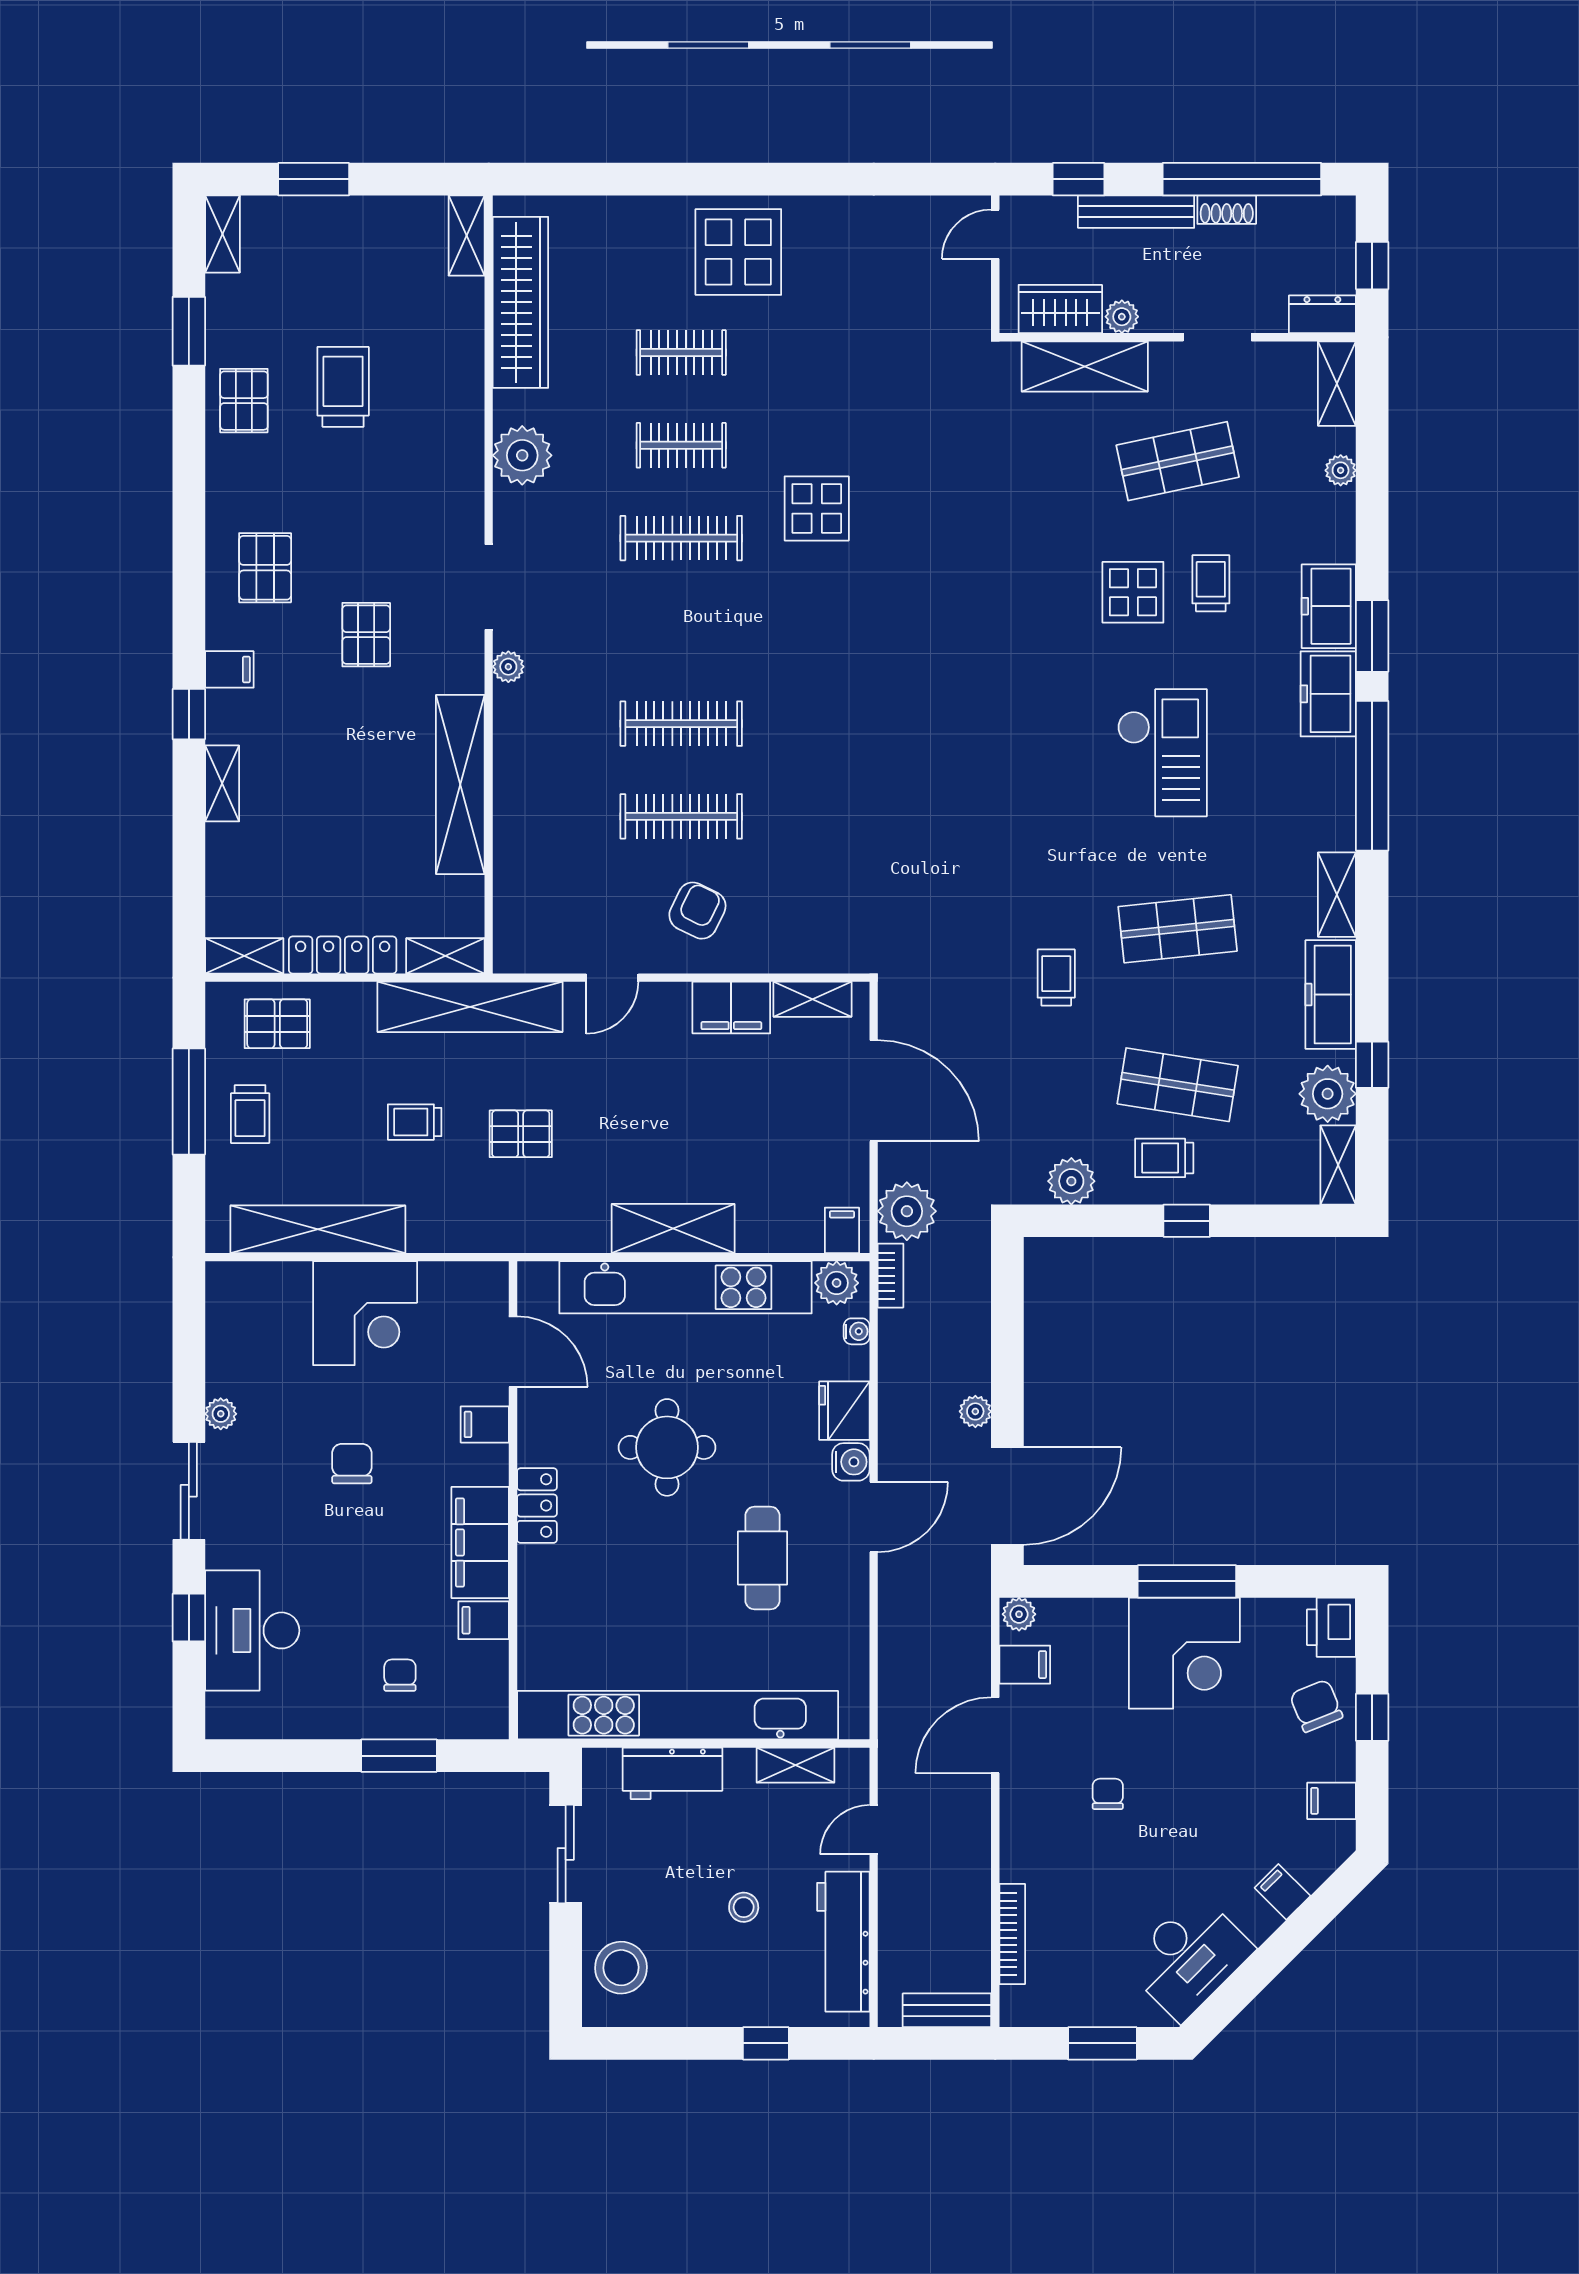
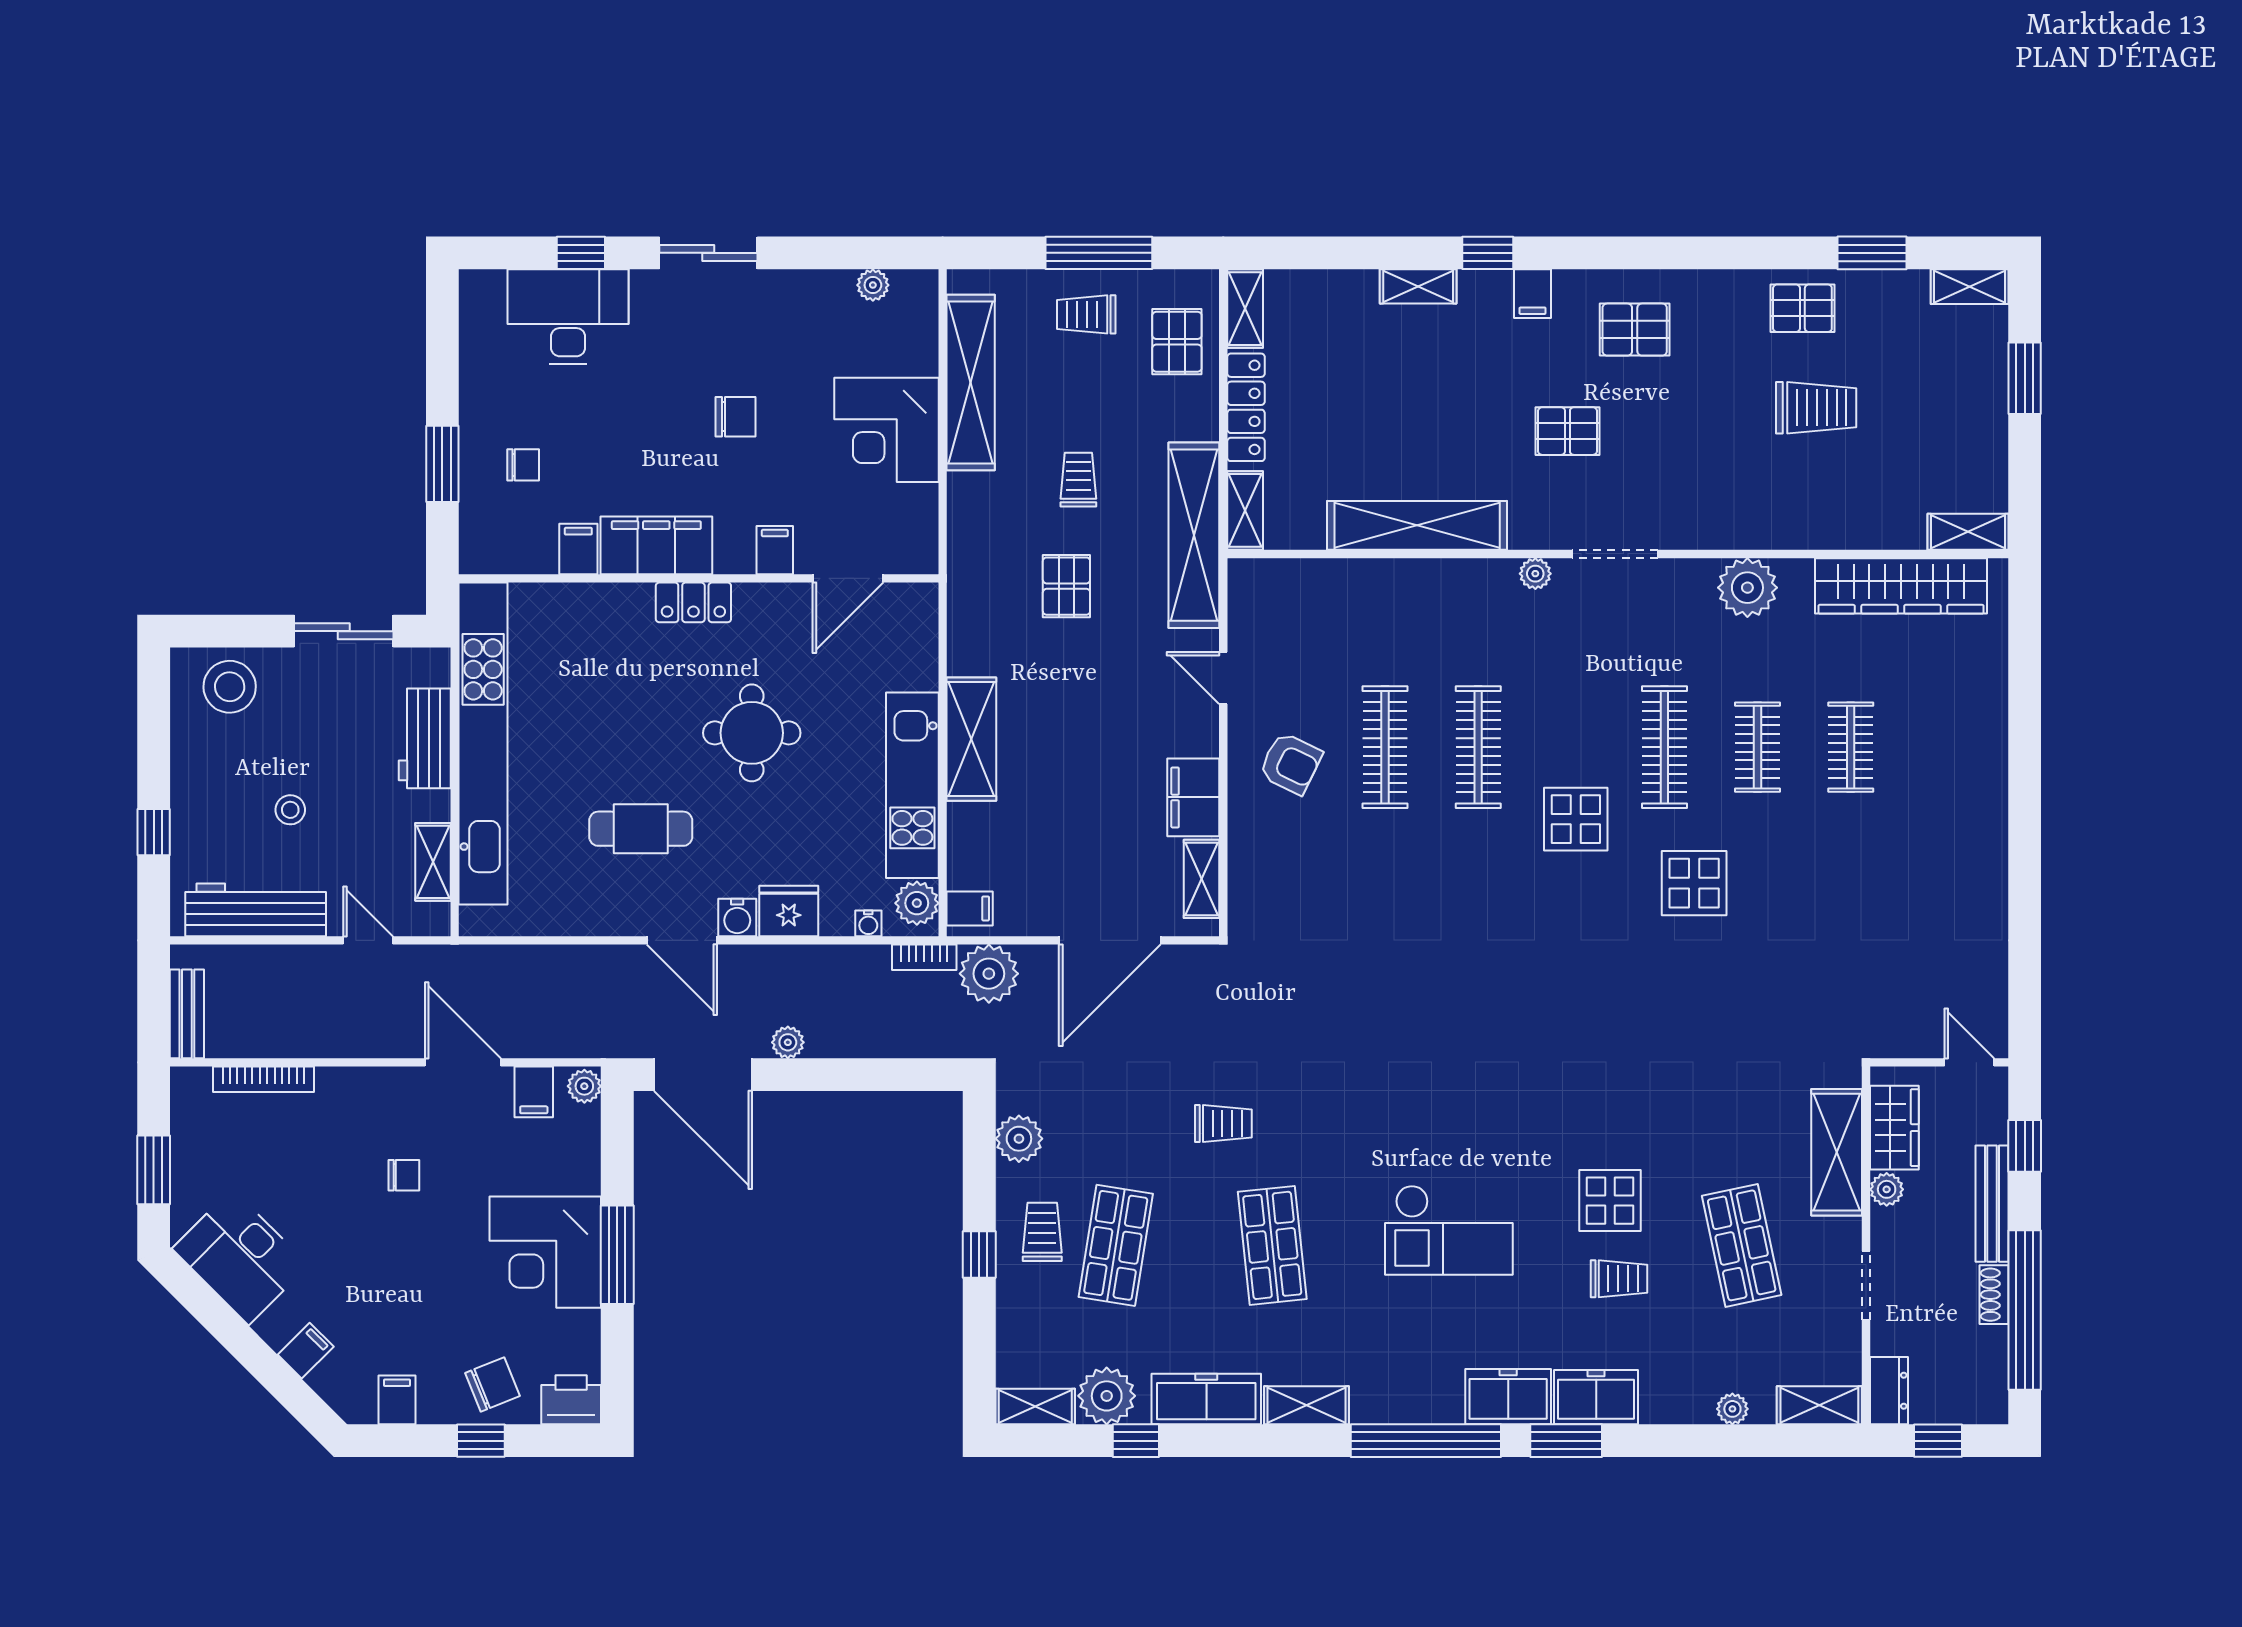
display table: (738, 252) -> (1576, 819), moved, width x0.73, depth x0.73
kitchen unit: (685, 1287) -> (912, 785), width x0.73
plant: (221, 1414) -> (873, 285), moved

